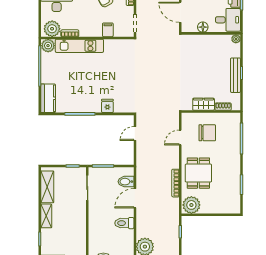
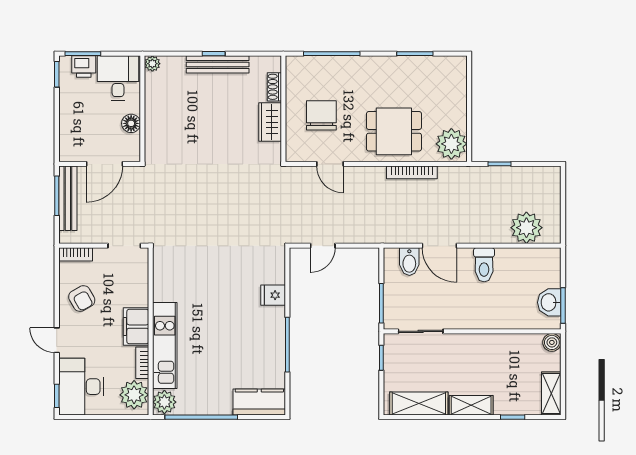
filing cabinet: (108, 30) -> (136, 327), moved, width x2.00
door: (135, 134) -> (323, 246), hinge flipped

